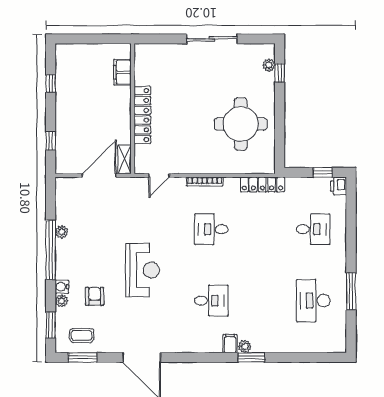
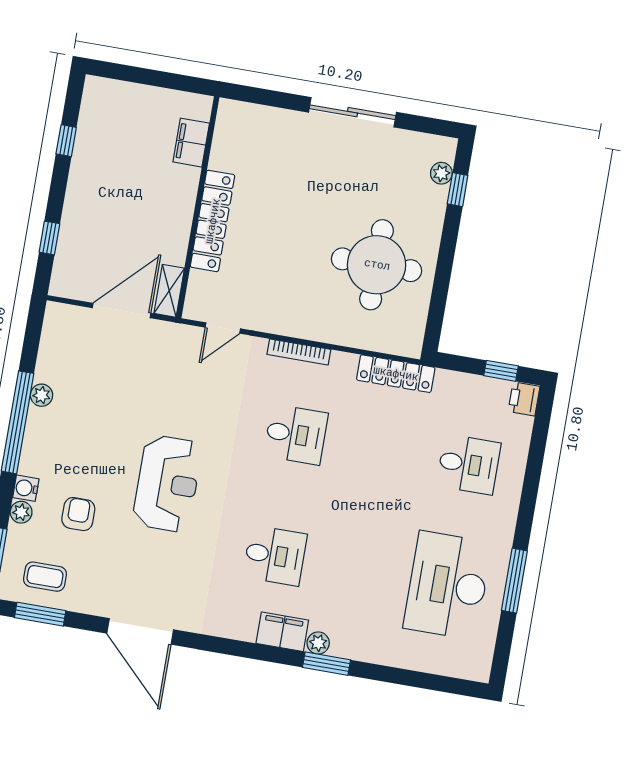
desk: (211, 229) -> (296, 435), turned 180
desk: (313, 301) -> (448, 585), width x1.36, depth x1.30
filing cabinet: (230, 344) -> (282, 632), width x2.00

